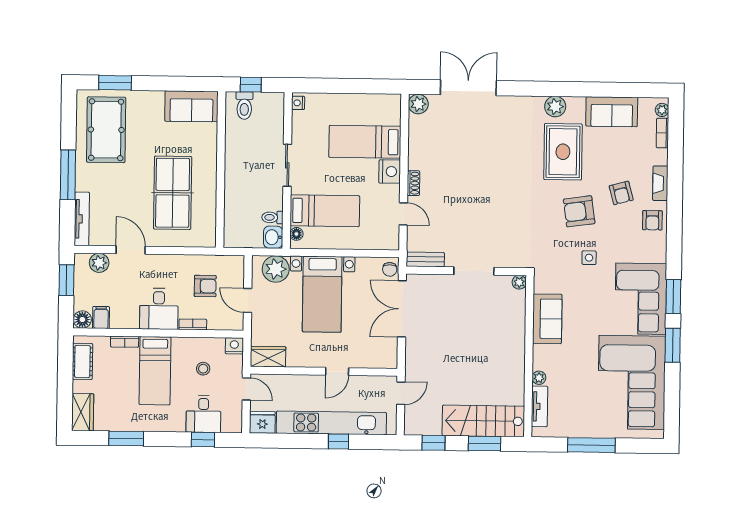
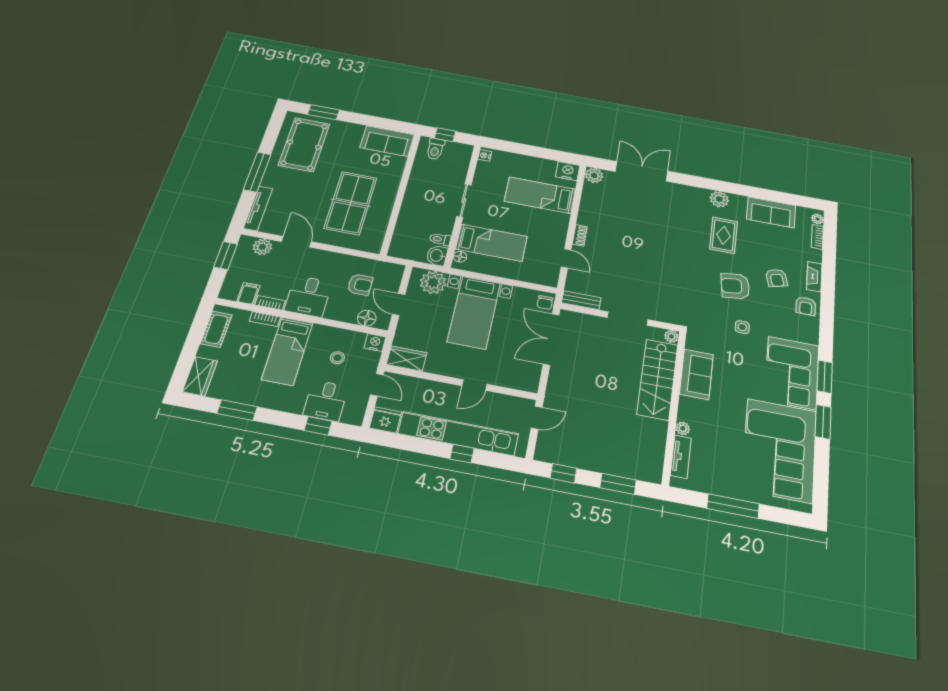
rug: (563, 152) -> (724, 235), width x0.73, depth x0.70
nightstand: (390, 172) -> (568, 171), moved, turned -90
floor lamp: (82, 320) -> (367, 318), moved
bookcase: (193, 324) -> (270, 303), moved
stairs: (483, 421) -> (658, 379), moved, turned -90

